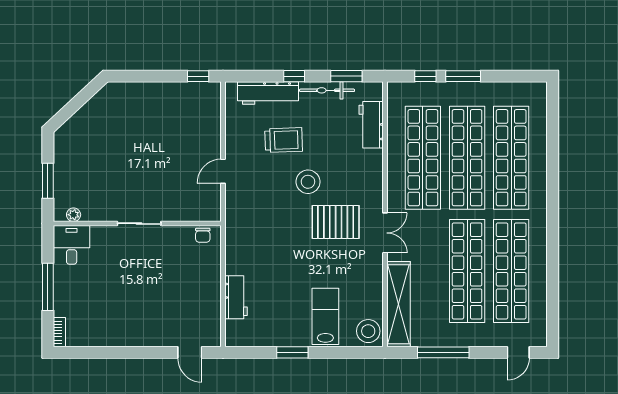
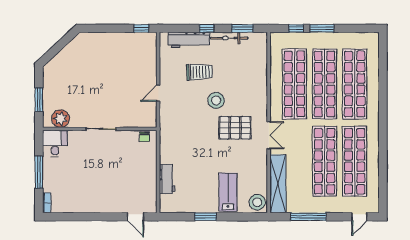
workbench: (371, 125) -> (259, 61), removed
plant: (74, 215) -> (60, 119), width x1.88, depth x1.88

